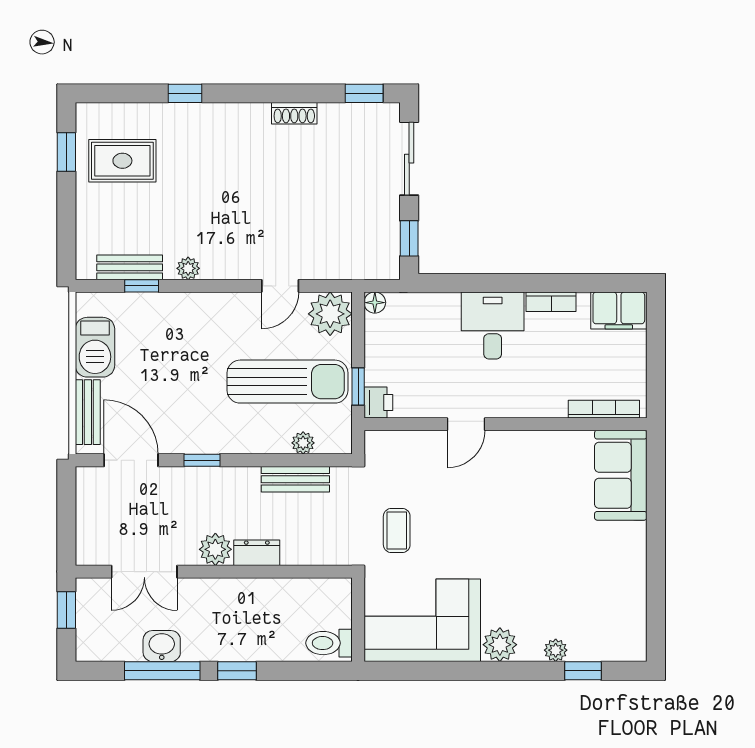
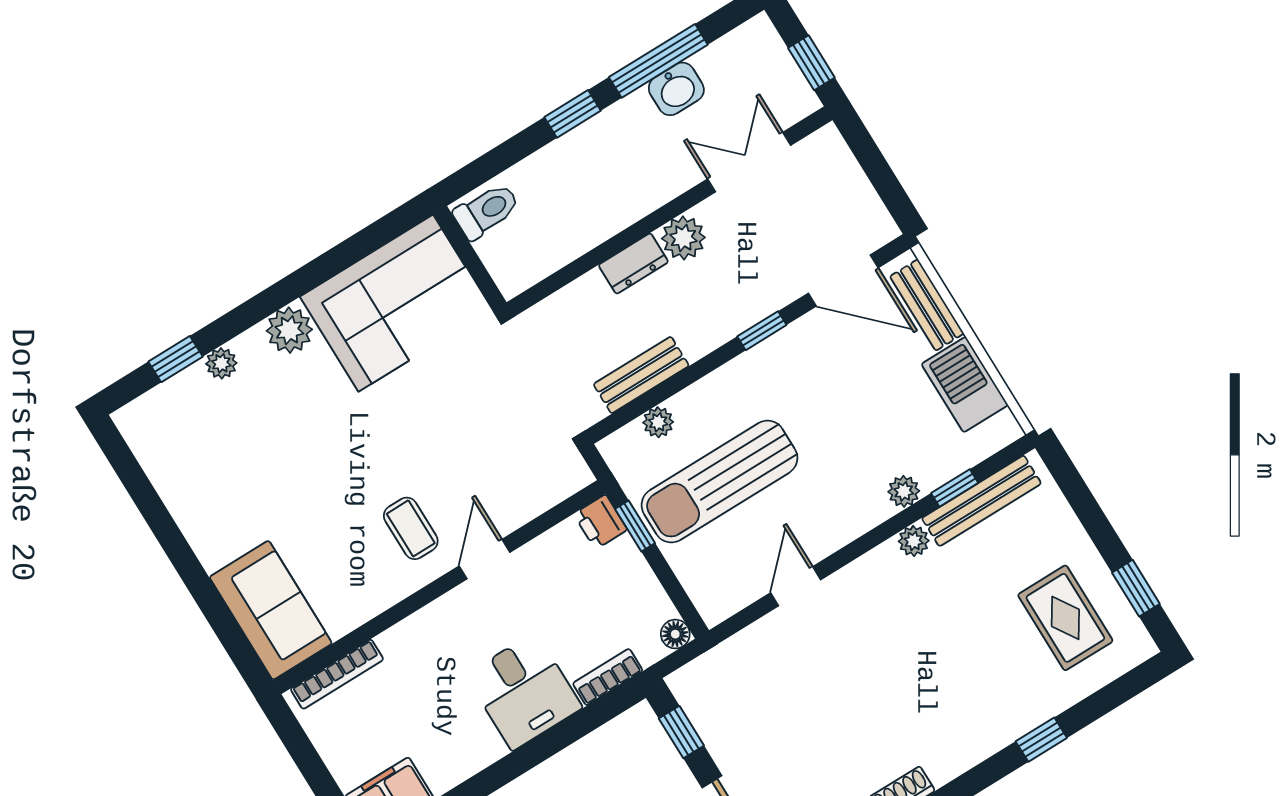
rug: (122, 161) -> (1065, 618), turned 90
bench: (130, 267) -> (981, 501), width x1.36
bookcase: (551, 302) -> (608, 677), moved
plant: (330, 314) -> (904, 491), moved, width x0.53, depth x0.53
coffee table: (397, 531) -> (411, 528), moved

